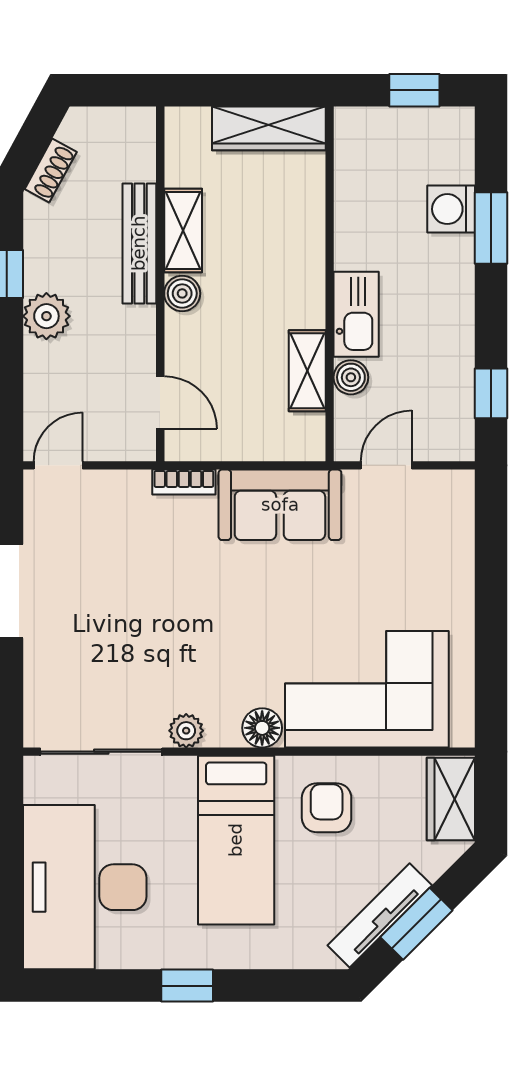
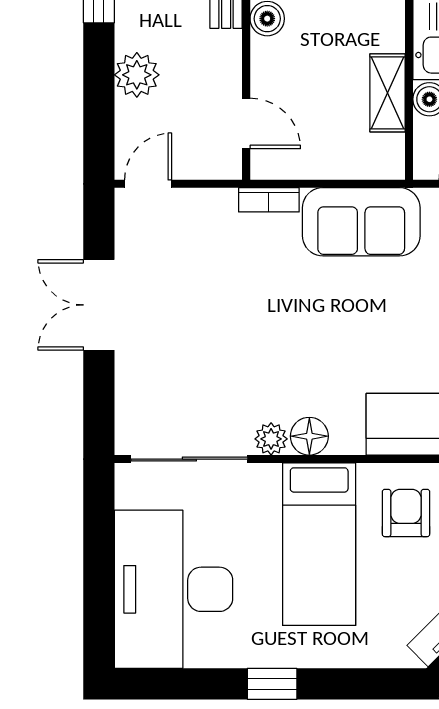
plant: (46, 316) -> (137, 75), moved
floor lamp: (262, 728) -> (309, 436), moved

